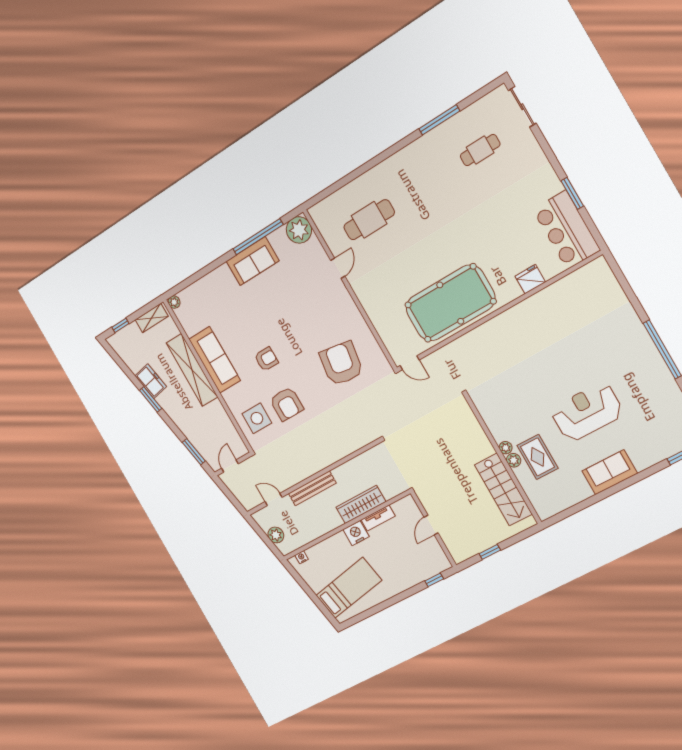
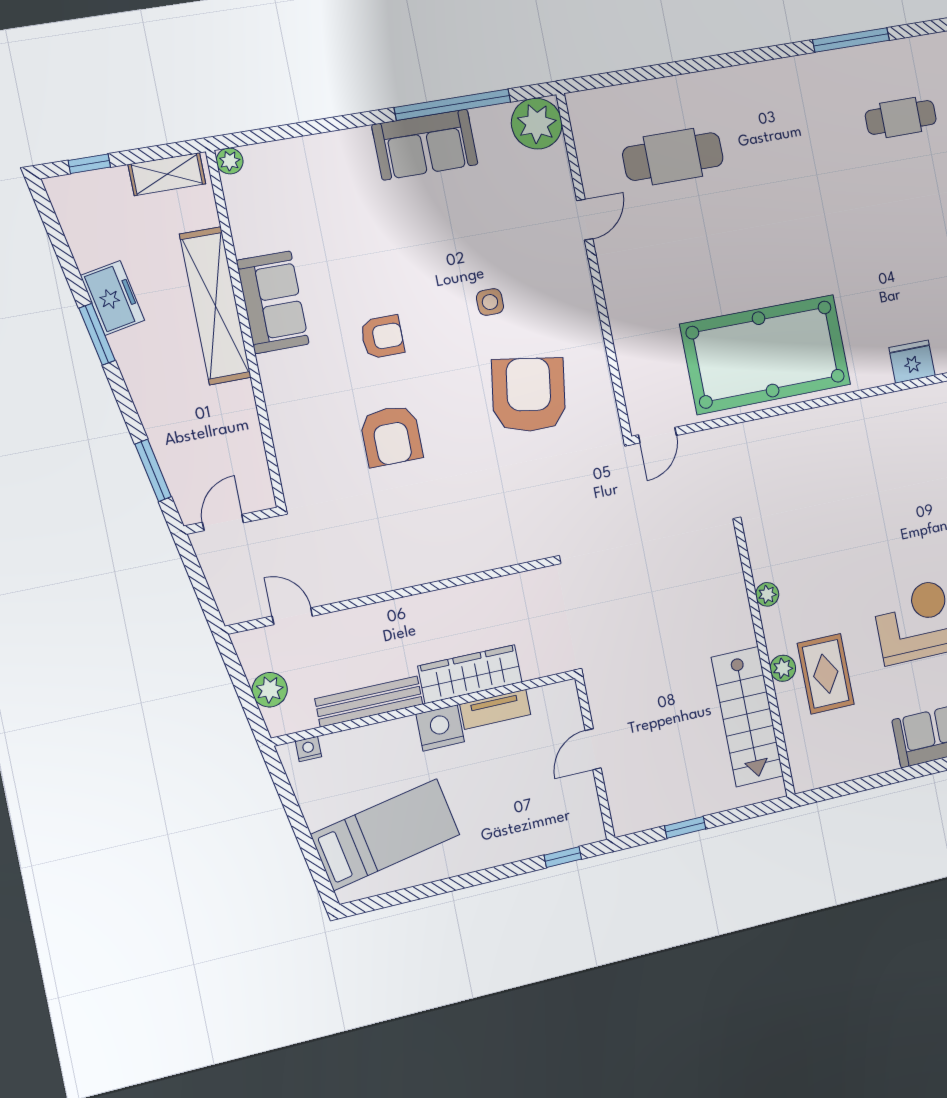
sofa: (215, 360) -> (273, 302), width x0.73
door: (410, 363) -> (657, 435), hinge flipped
side table: (257, 418) -> (490, 302), moved, width x0.54, depth x0.54
plant: (506, 448) -> (767, 594), moved
bench: (312, 488) -> (369, 701), moved

